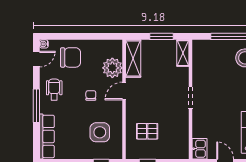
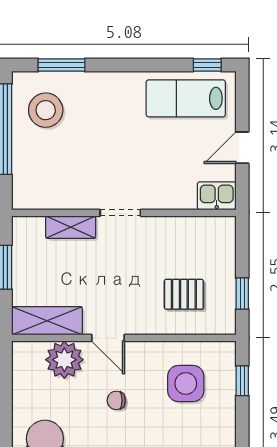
shelving: (183, 53) -> (71, 227), moved
pallet: (147, 131) -> (184, 294), turned 90

